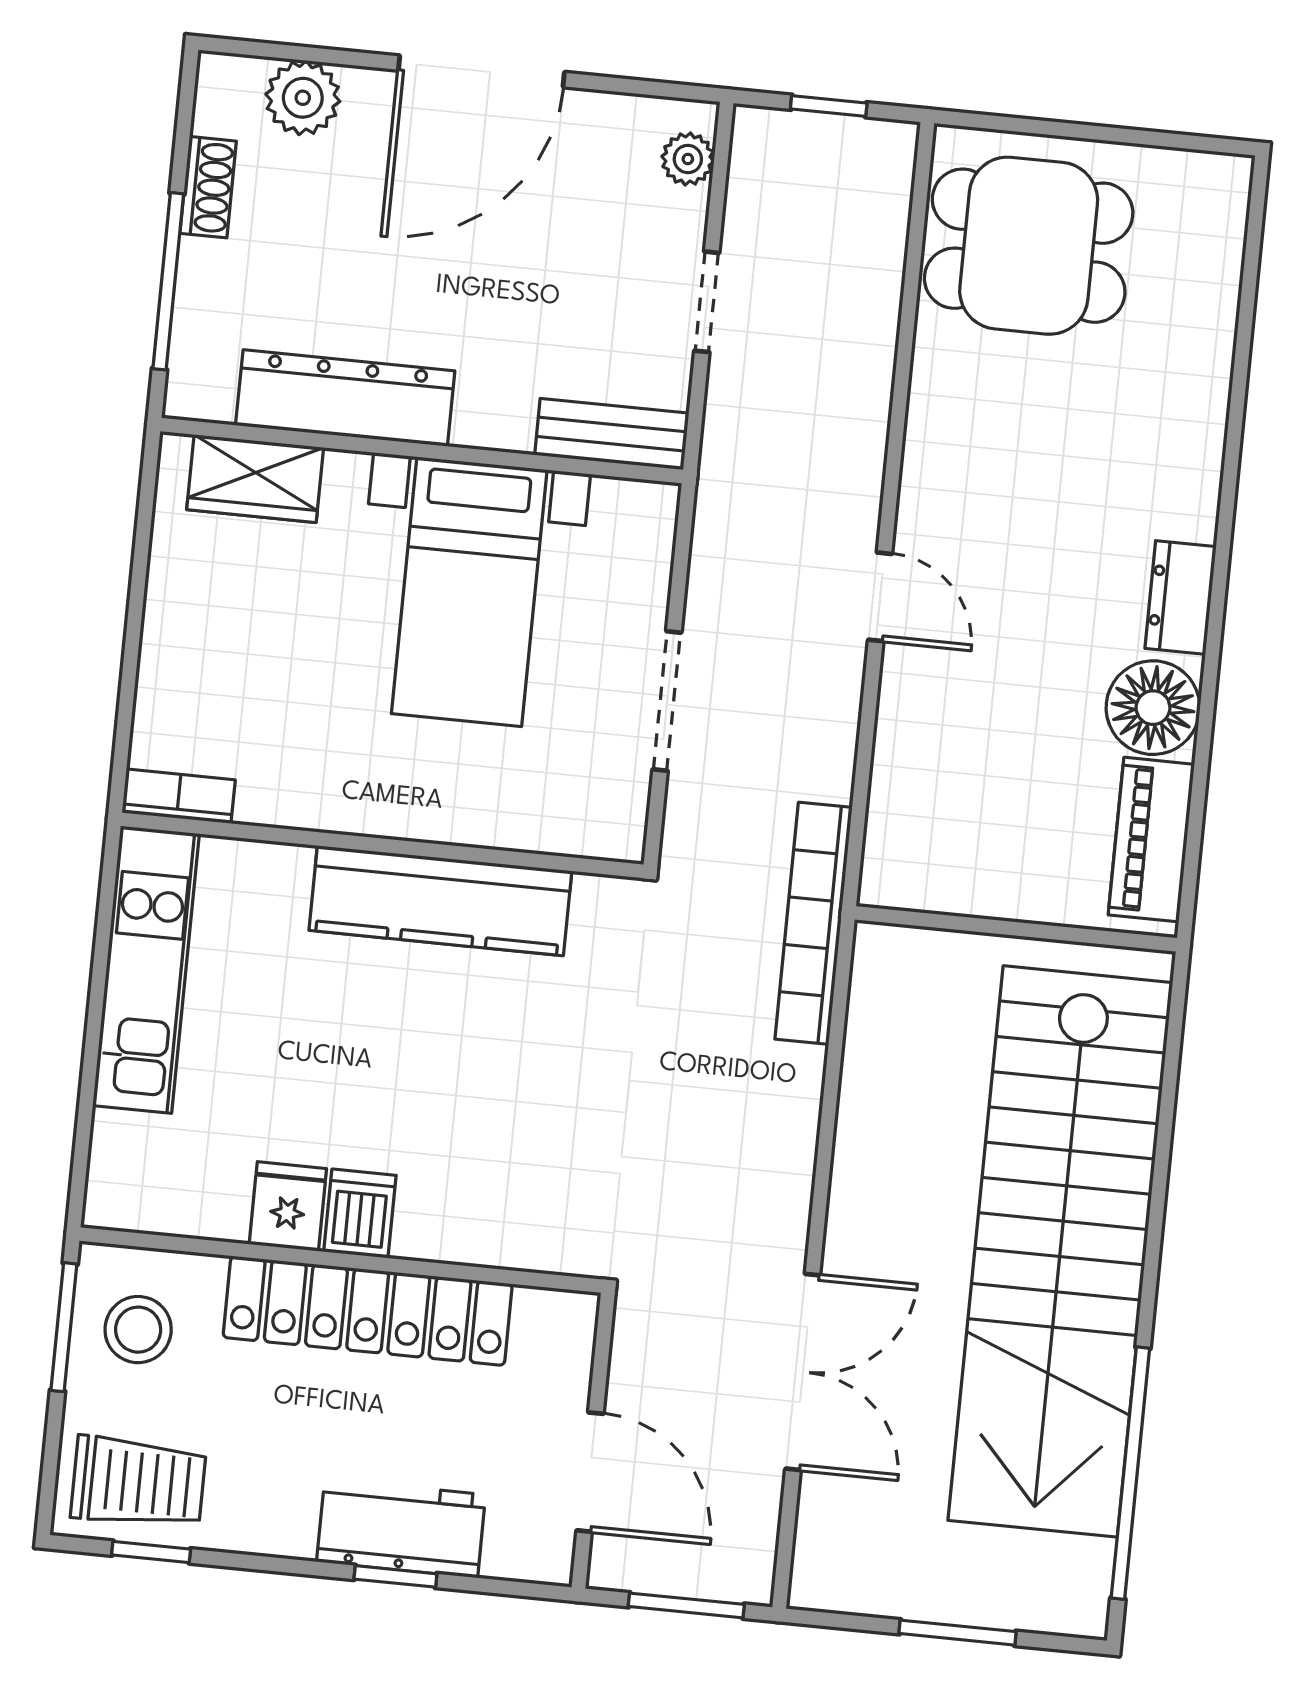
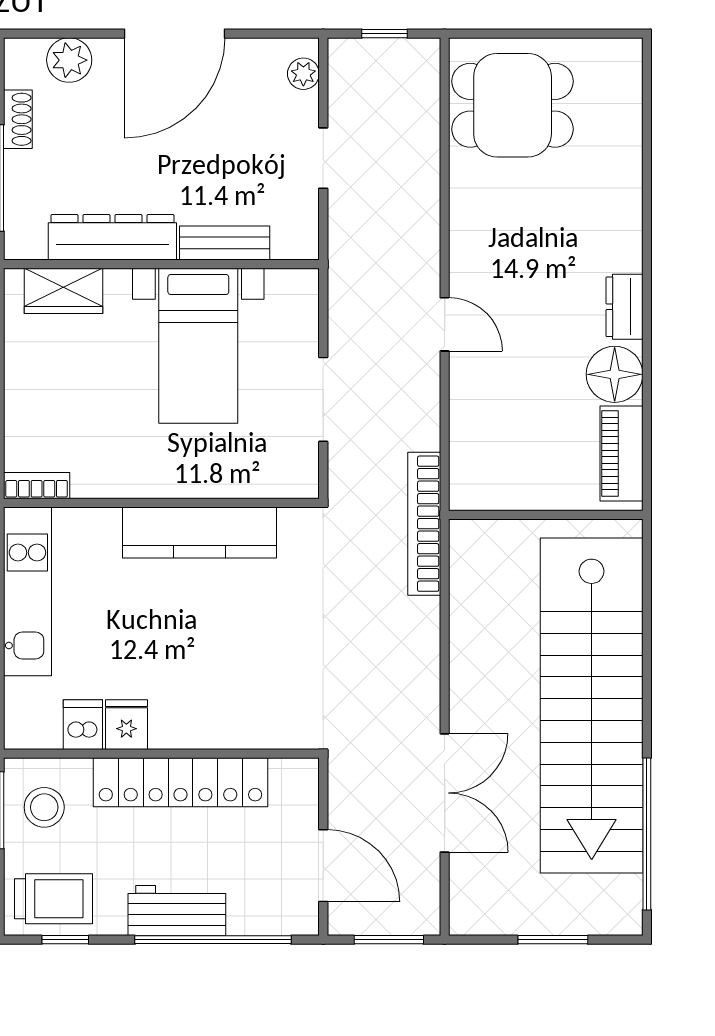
bench: (612, 434) -> (225, 243), moved
dishwasher: (360, 1213) -> (83, 725), moved
workbench: (401, 1528) -> (177, 910), moved
window: (395, 1576) -> (213, 940), width x3.17

